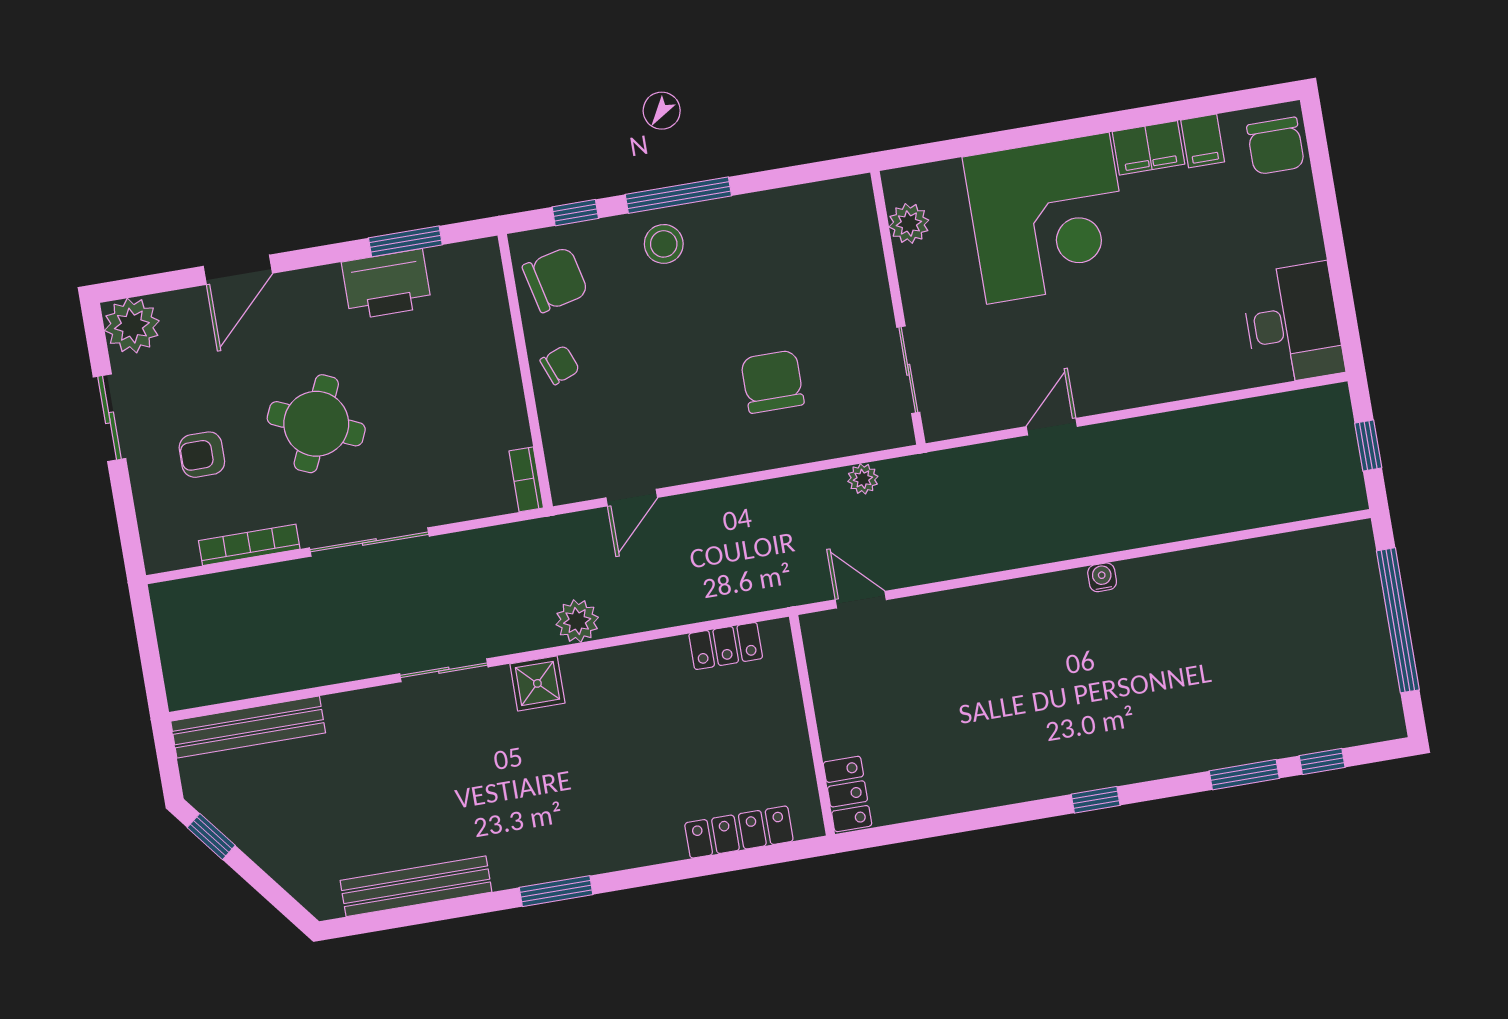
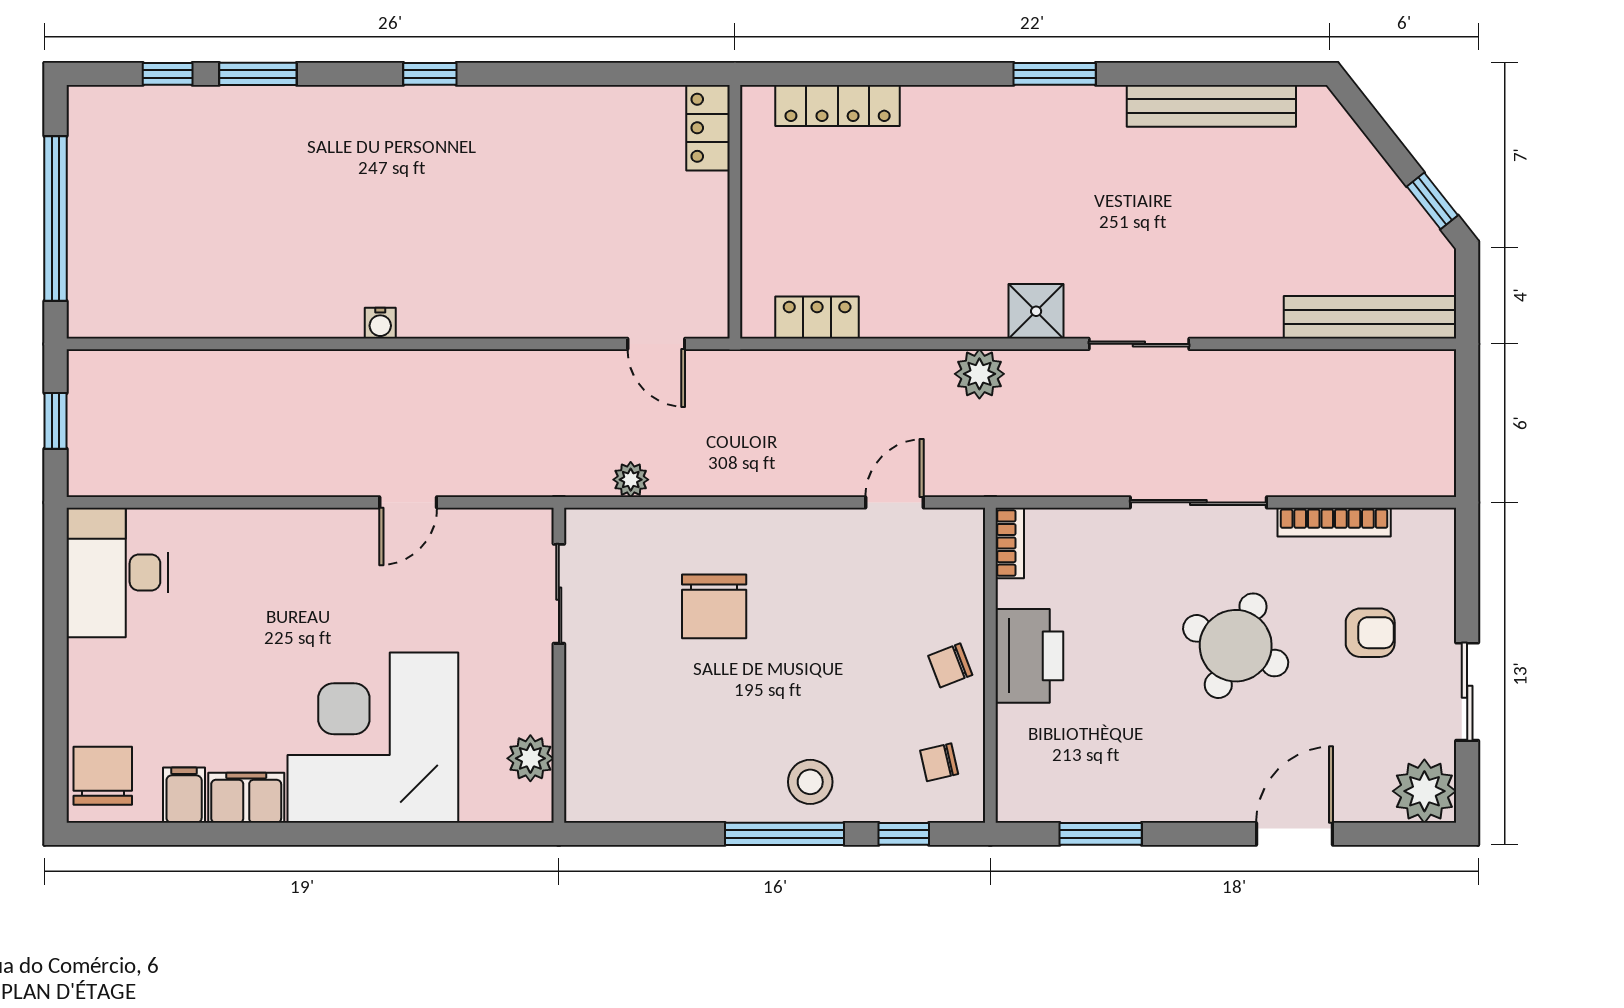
chair: (555, 280) -> (939, 762), width x0.54, depth x0.54
printer: (387, 284) -> (1029, 656), moved, turned 90

